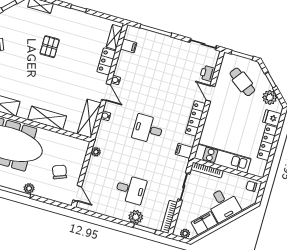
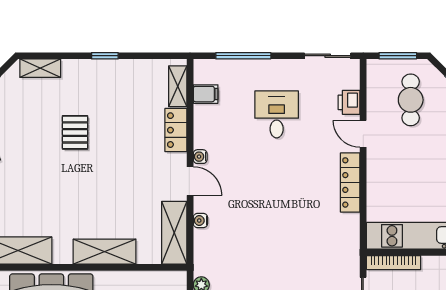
cafe table: (242, 82) -> (411, 100), turned 54
desk: (148, 129) -> (277, 114), moved, turned 90
filing cabinet: (184, 151) -> (347, 242), removed

